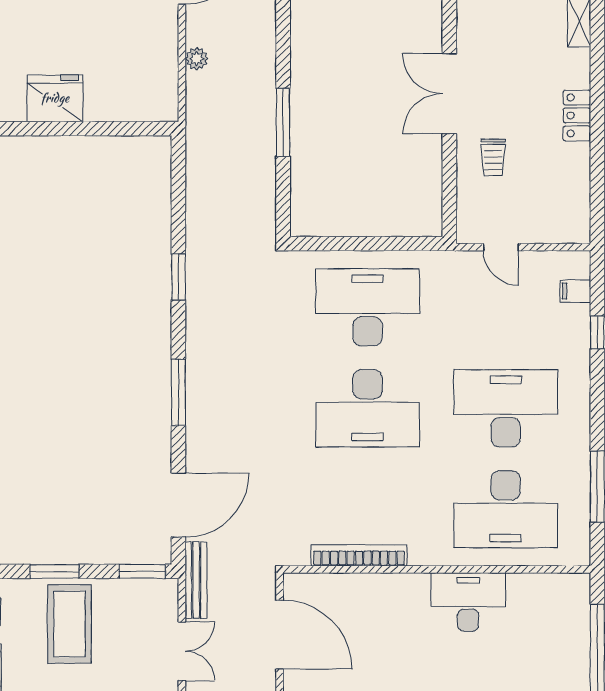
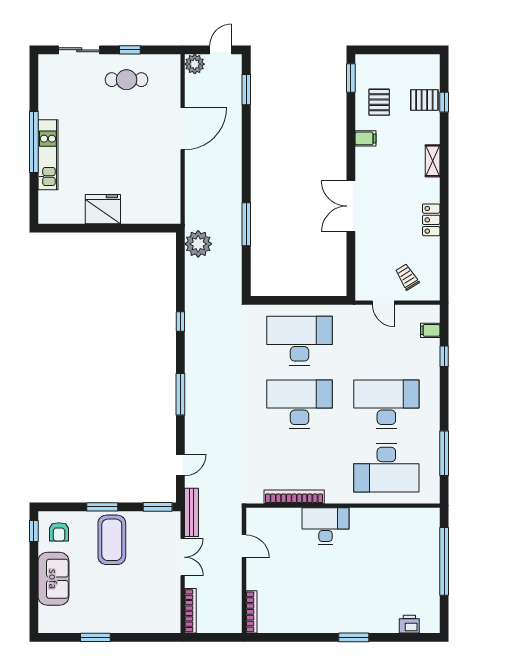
plant: (197, 59) -> (198, 244), moved, width x1.87, depth x1.87
trolley: (493, 157) -> (407, 277), moved, turned 148
window: (178, 277) -> (180, 321), width x0.67
desk: (368, 408) -> (299, 404), turned 180
door: (178, 505) -> (180, 465), width x0.53
desk: (468, 602) -> (325, 526), moved
door: (280, 634) -> (244, 546), width x0.53

